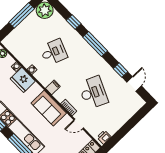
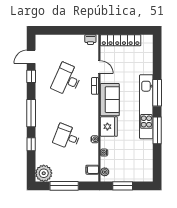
fridge: (23, 80) -> (109, 127), moved
filing cabinet: (53, 87) -> (92, 170), moved

